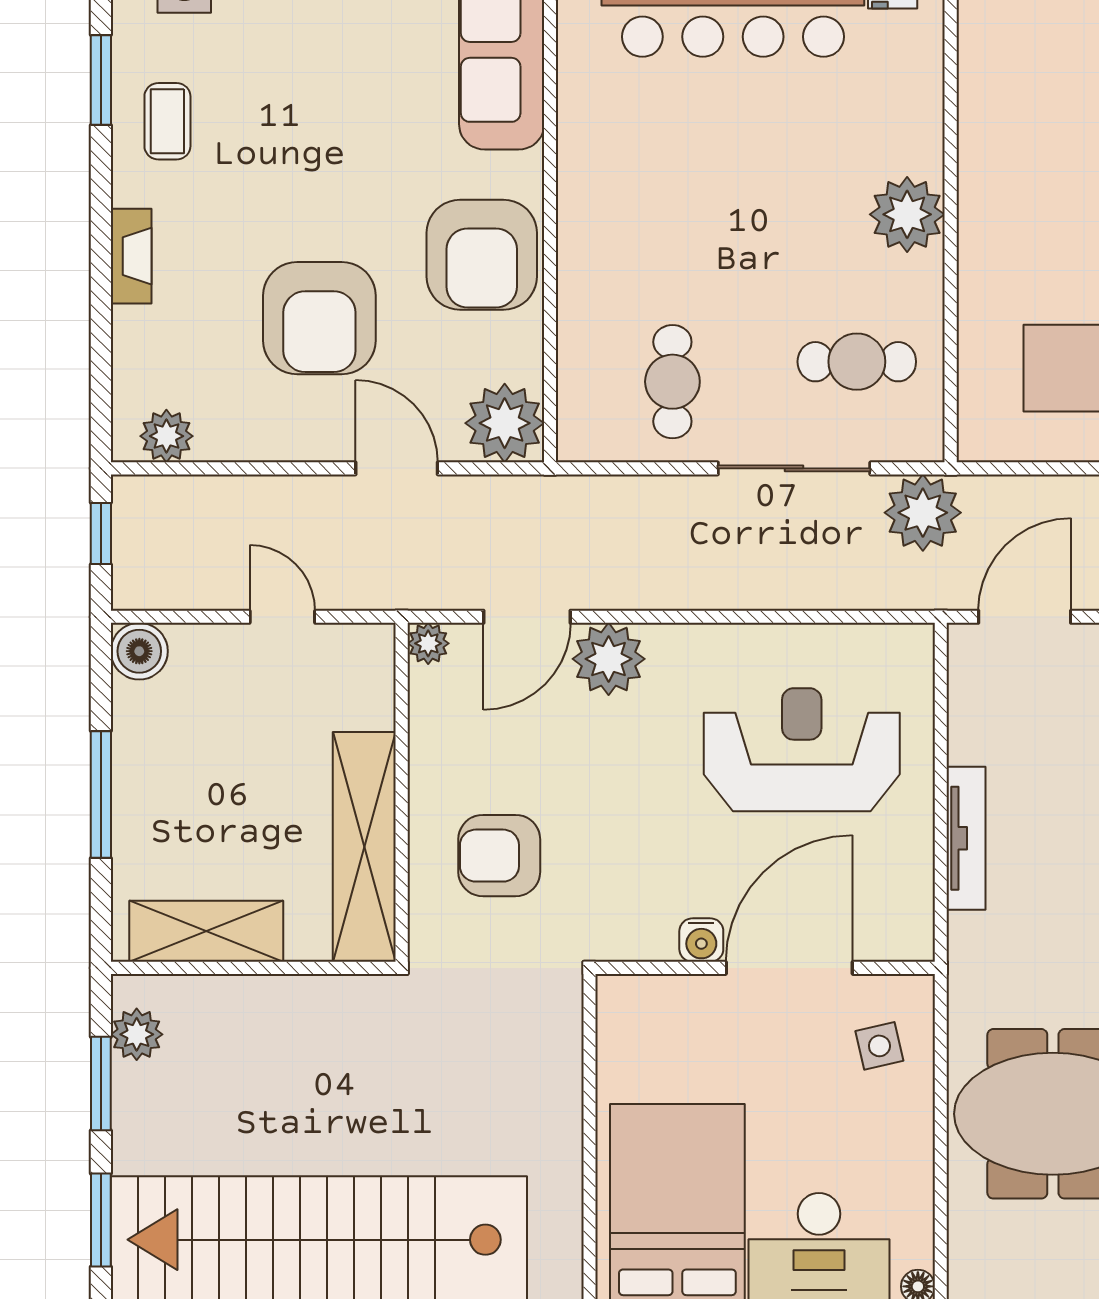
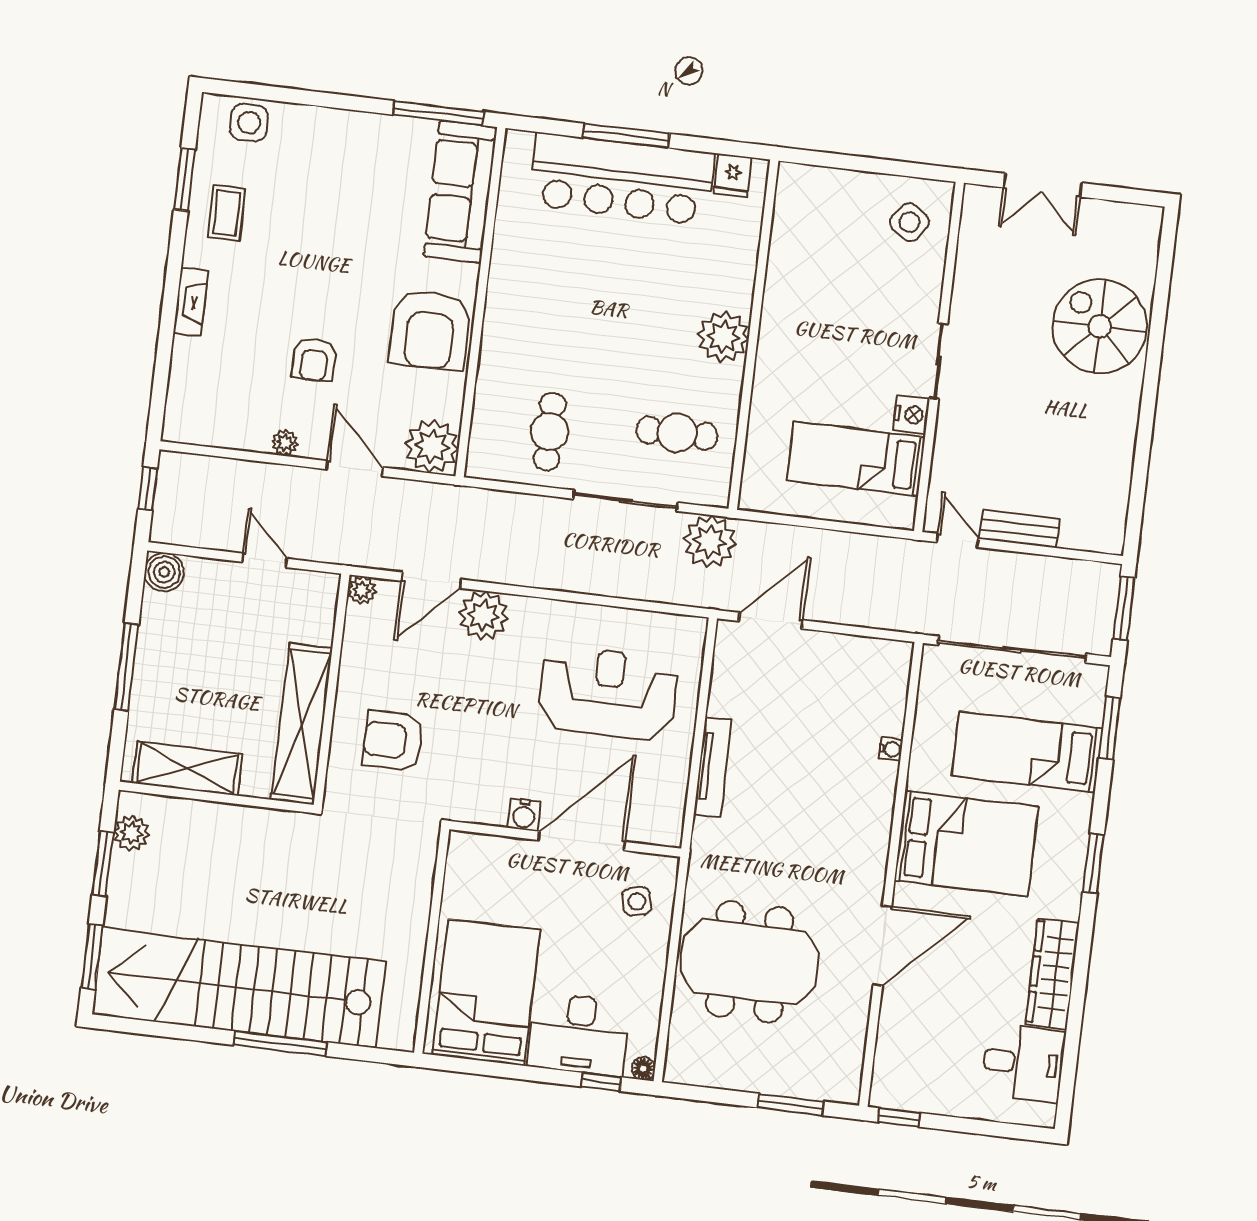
armchair: (319, 318) -> (314, 360), width x0.53, depth x0.53
plant: (166, 436) -> (285, 443), moved, width x0.73, depth x0.73

